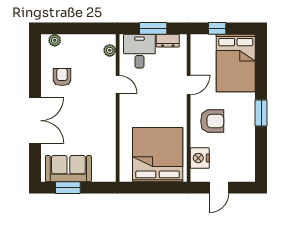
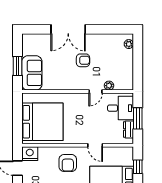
plant: (110, 50) -> (109, 86), moved
armchair: (62, 77) -> (83, 60), moved
nightstand: (200, 158) -> (30, 154), moved
sofa: (68, 169) -> (32, 73), moved
window: (68, 188) -> (17, 66), moved

